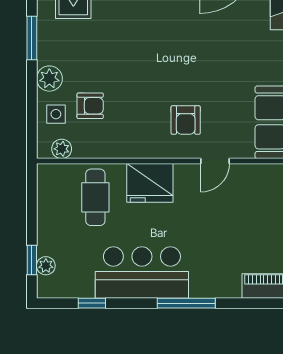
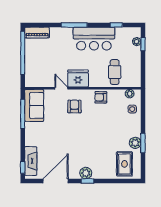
plant: (49, 79) -> (135, 143), moved
armchair: (90, 106) -> (101, 97), moved
door: (215, 161) -> (61, 88), hinge flipped
fridge: (150, 183) -> (78, 79), moved

